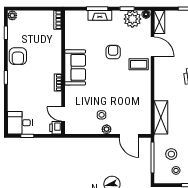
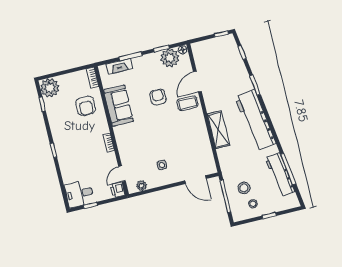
plant: (12, 15) -> (50, 88), width x1.88, depth x1.88
fireplace: (100, 15) -> (119, 66), moved
shelving: (159, 22) -> (198, 54), removed
door: (153, 47) -> (197, 82), swing flipped
armchair: (18, 56) -> (86, 106), moved
sofa: (75, 67) -> (118, 106), moved
door: (63, 114) -> (122, 174), hinge flipped
shelving: (161, 117) -> (218, 130), moved
plant: (107, 129) -> (142, 186), moved

